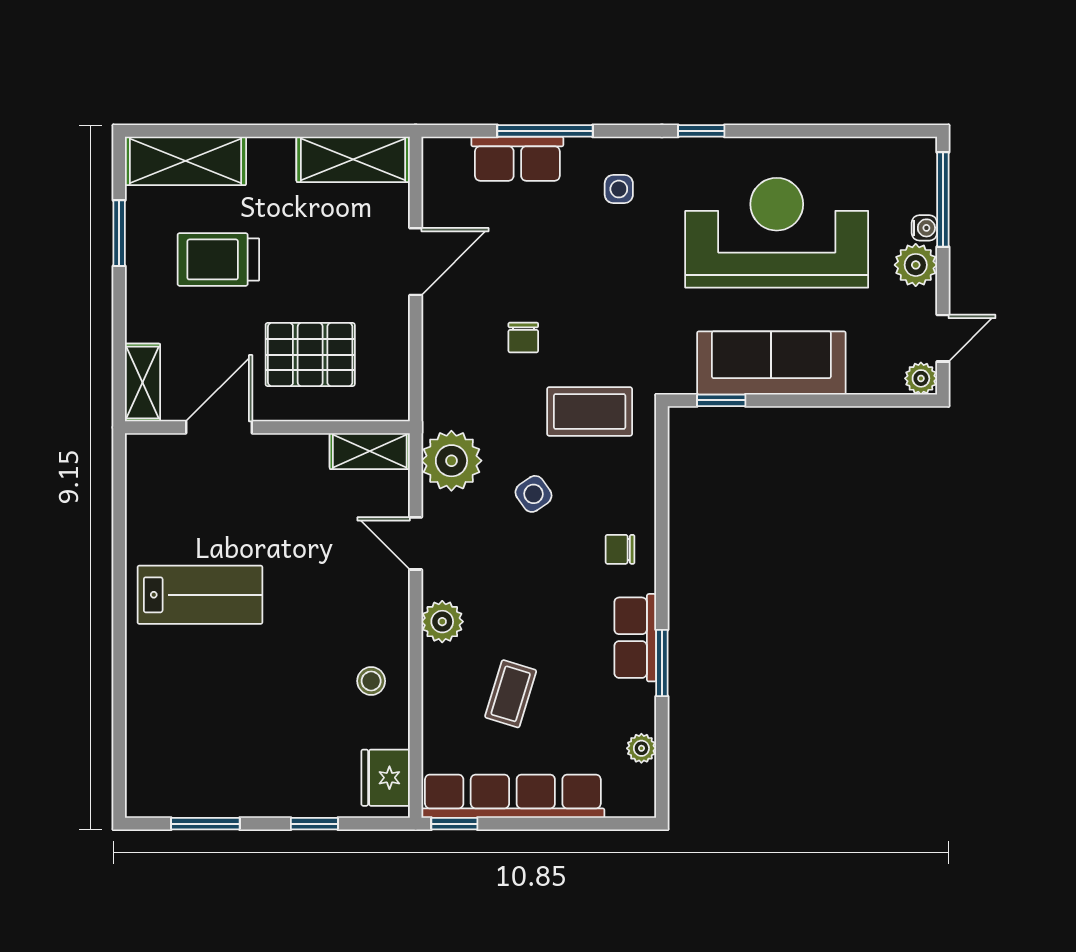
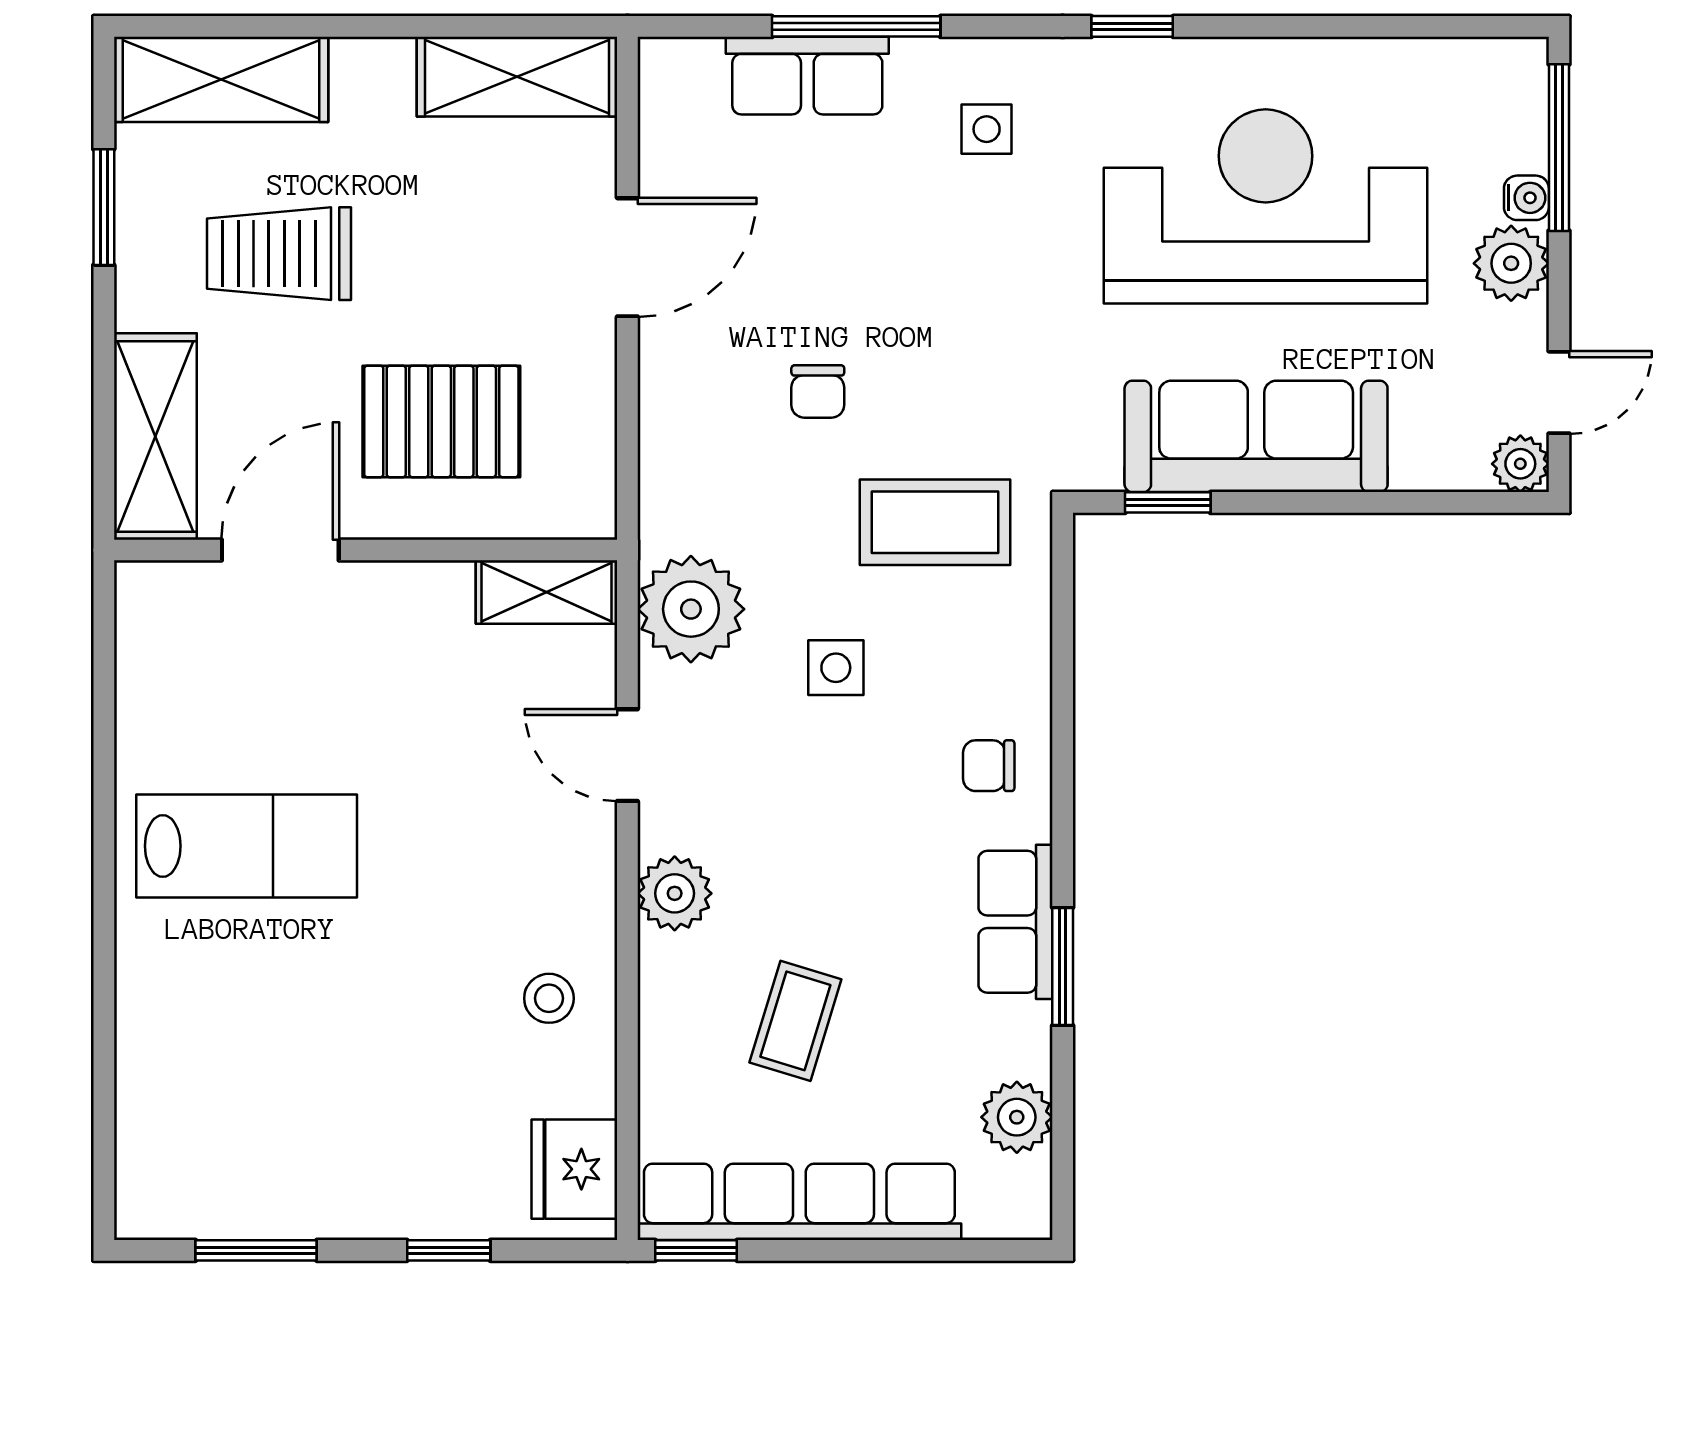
shelving: (142, 383) -> (155, 437), width x1.50, depth x1.33
side table: (534, 494) -> (836, 668), turned 35
plant: (641, 748) -> (1017, 1117), width x1.38, depth x1.38

